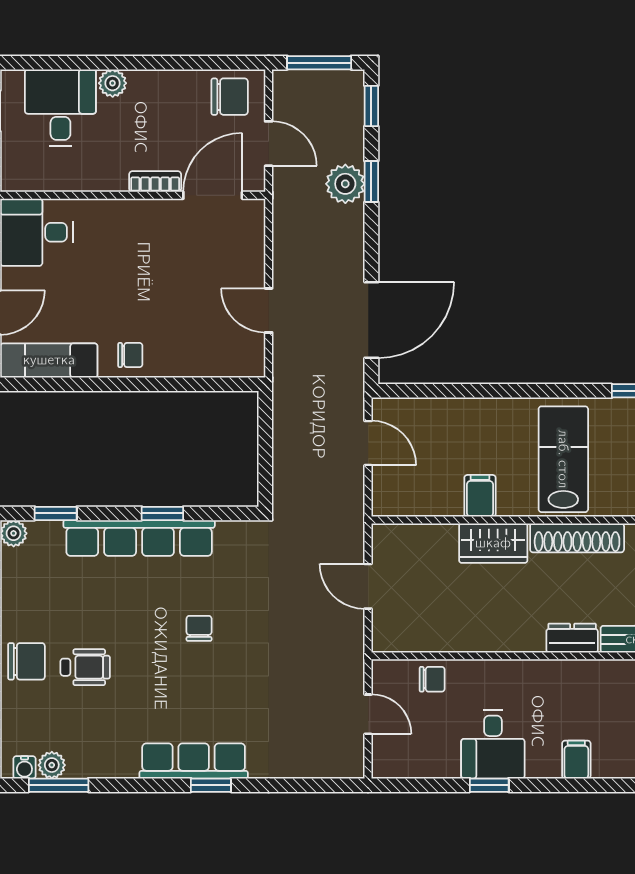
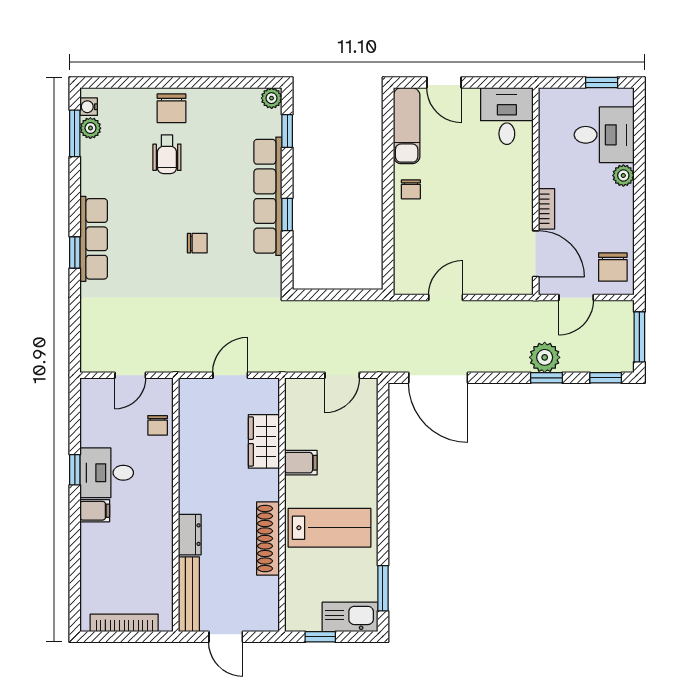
wardrobe: (493, 543) -> (264, 441), moved
filing cabinet: (576, 760) -> (95, 511), moved

